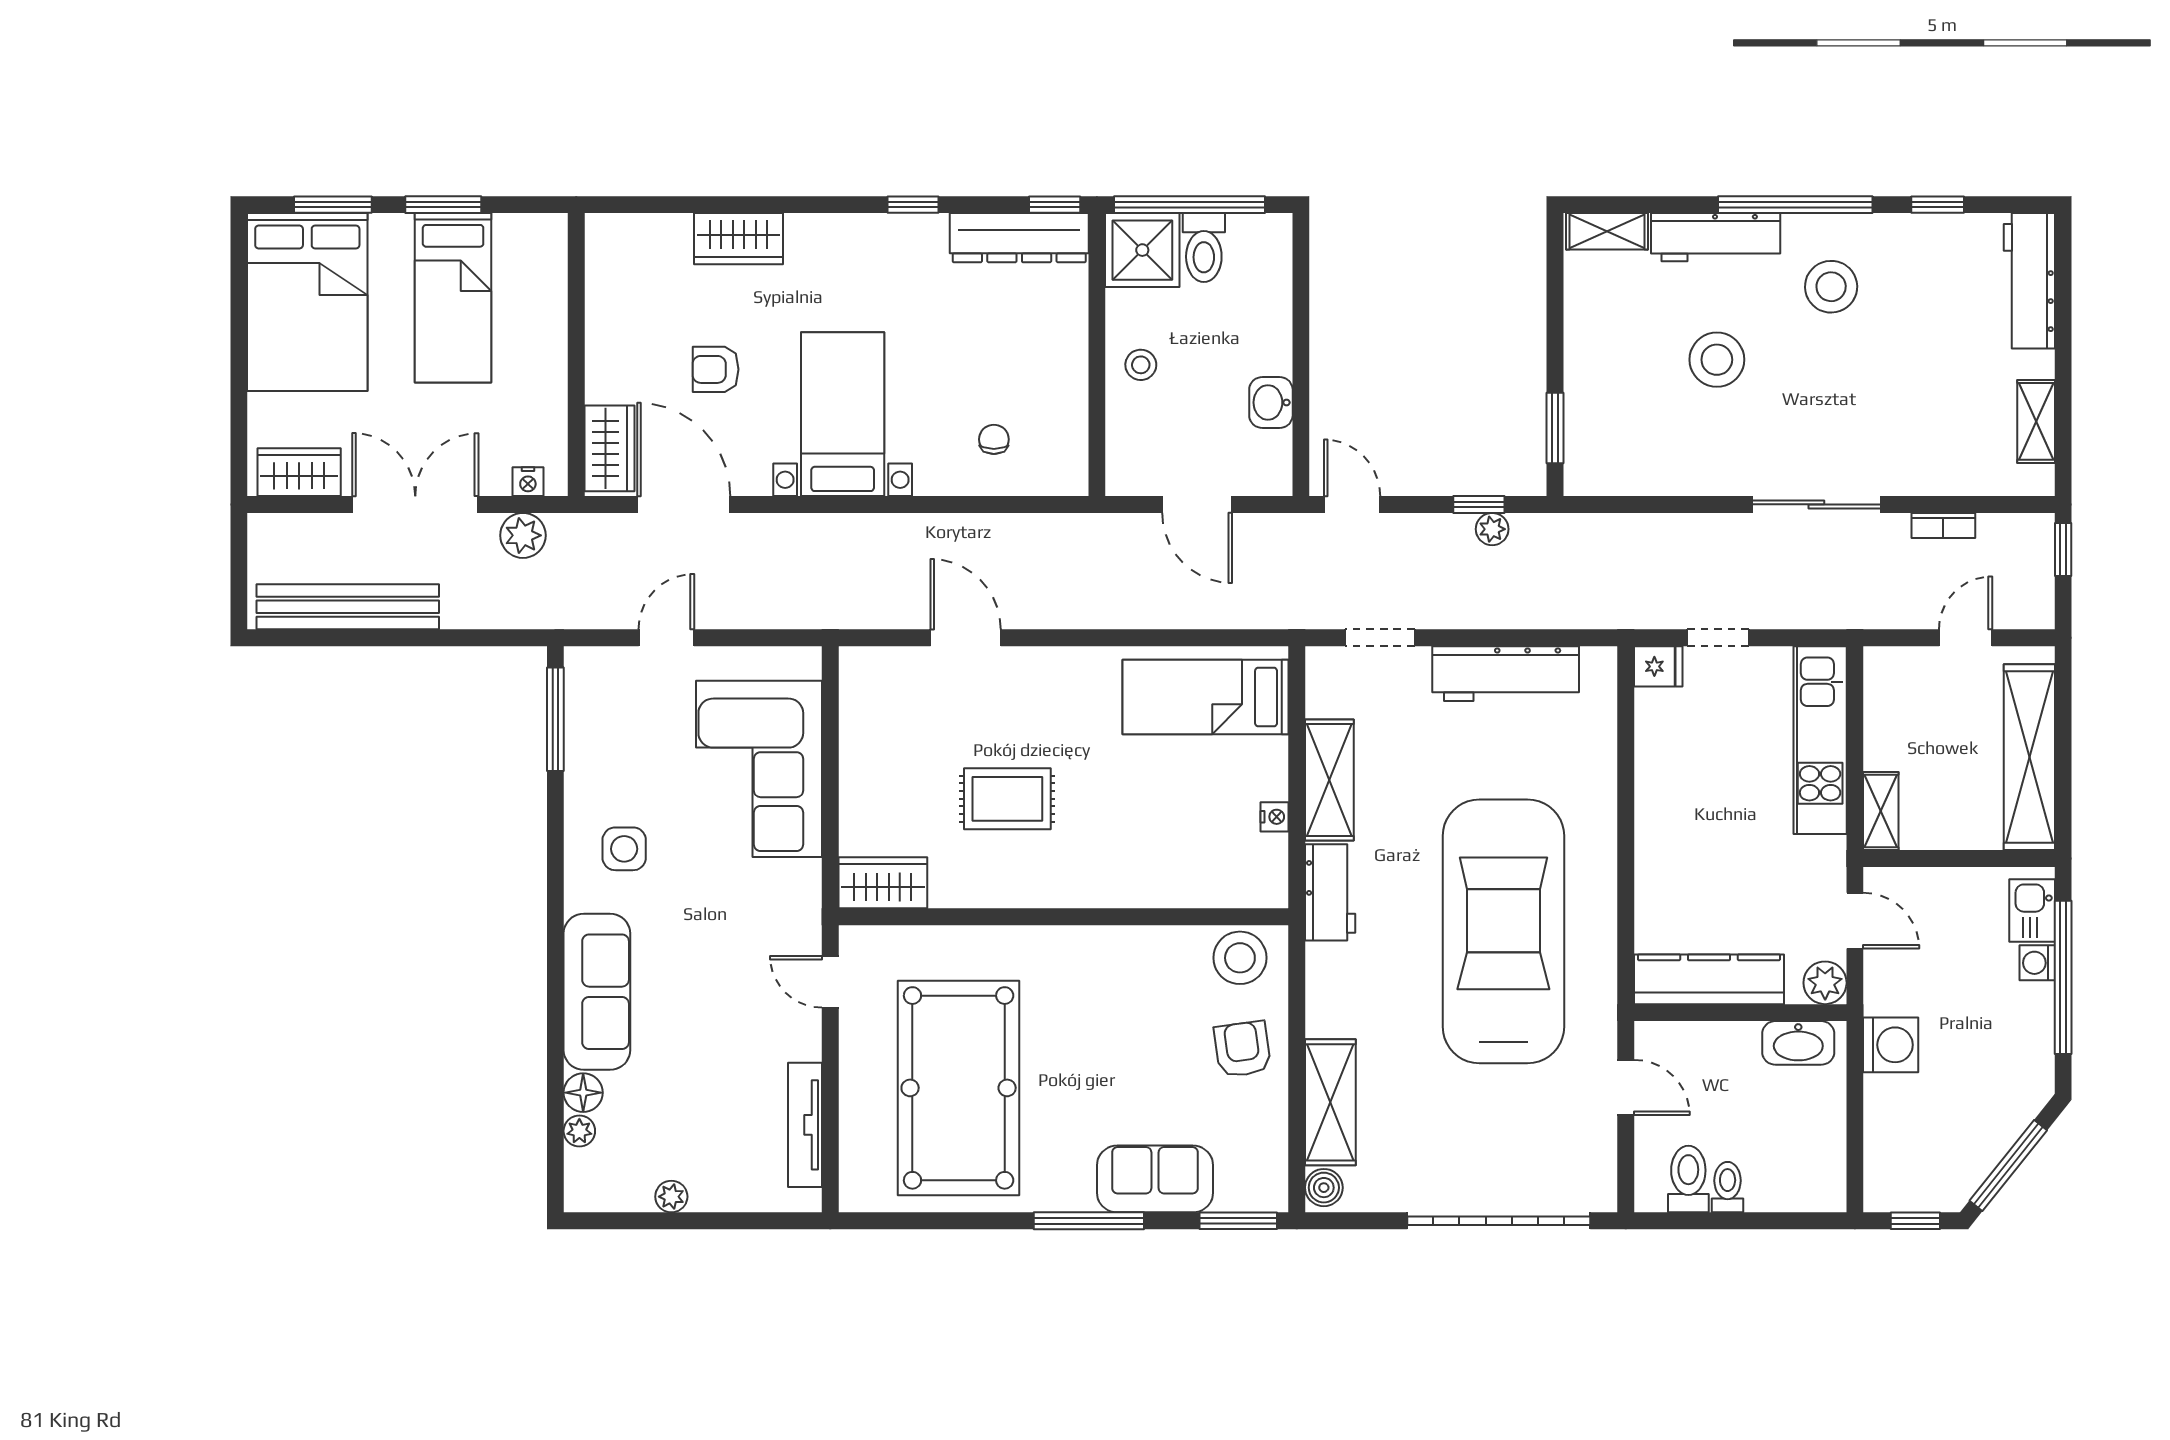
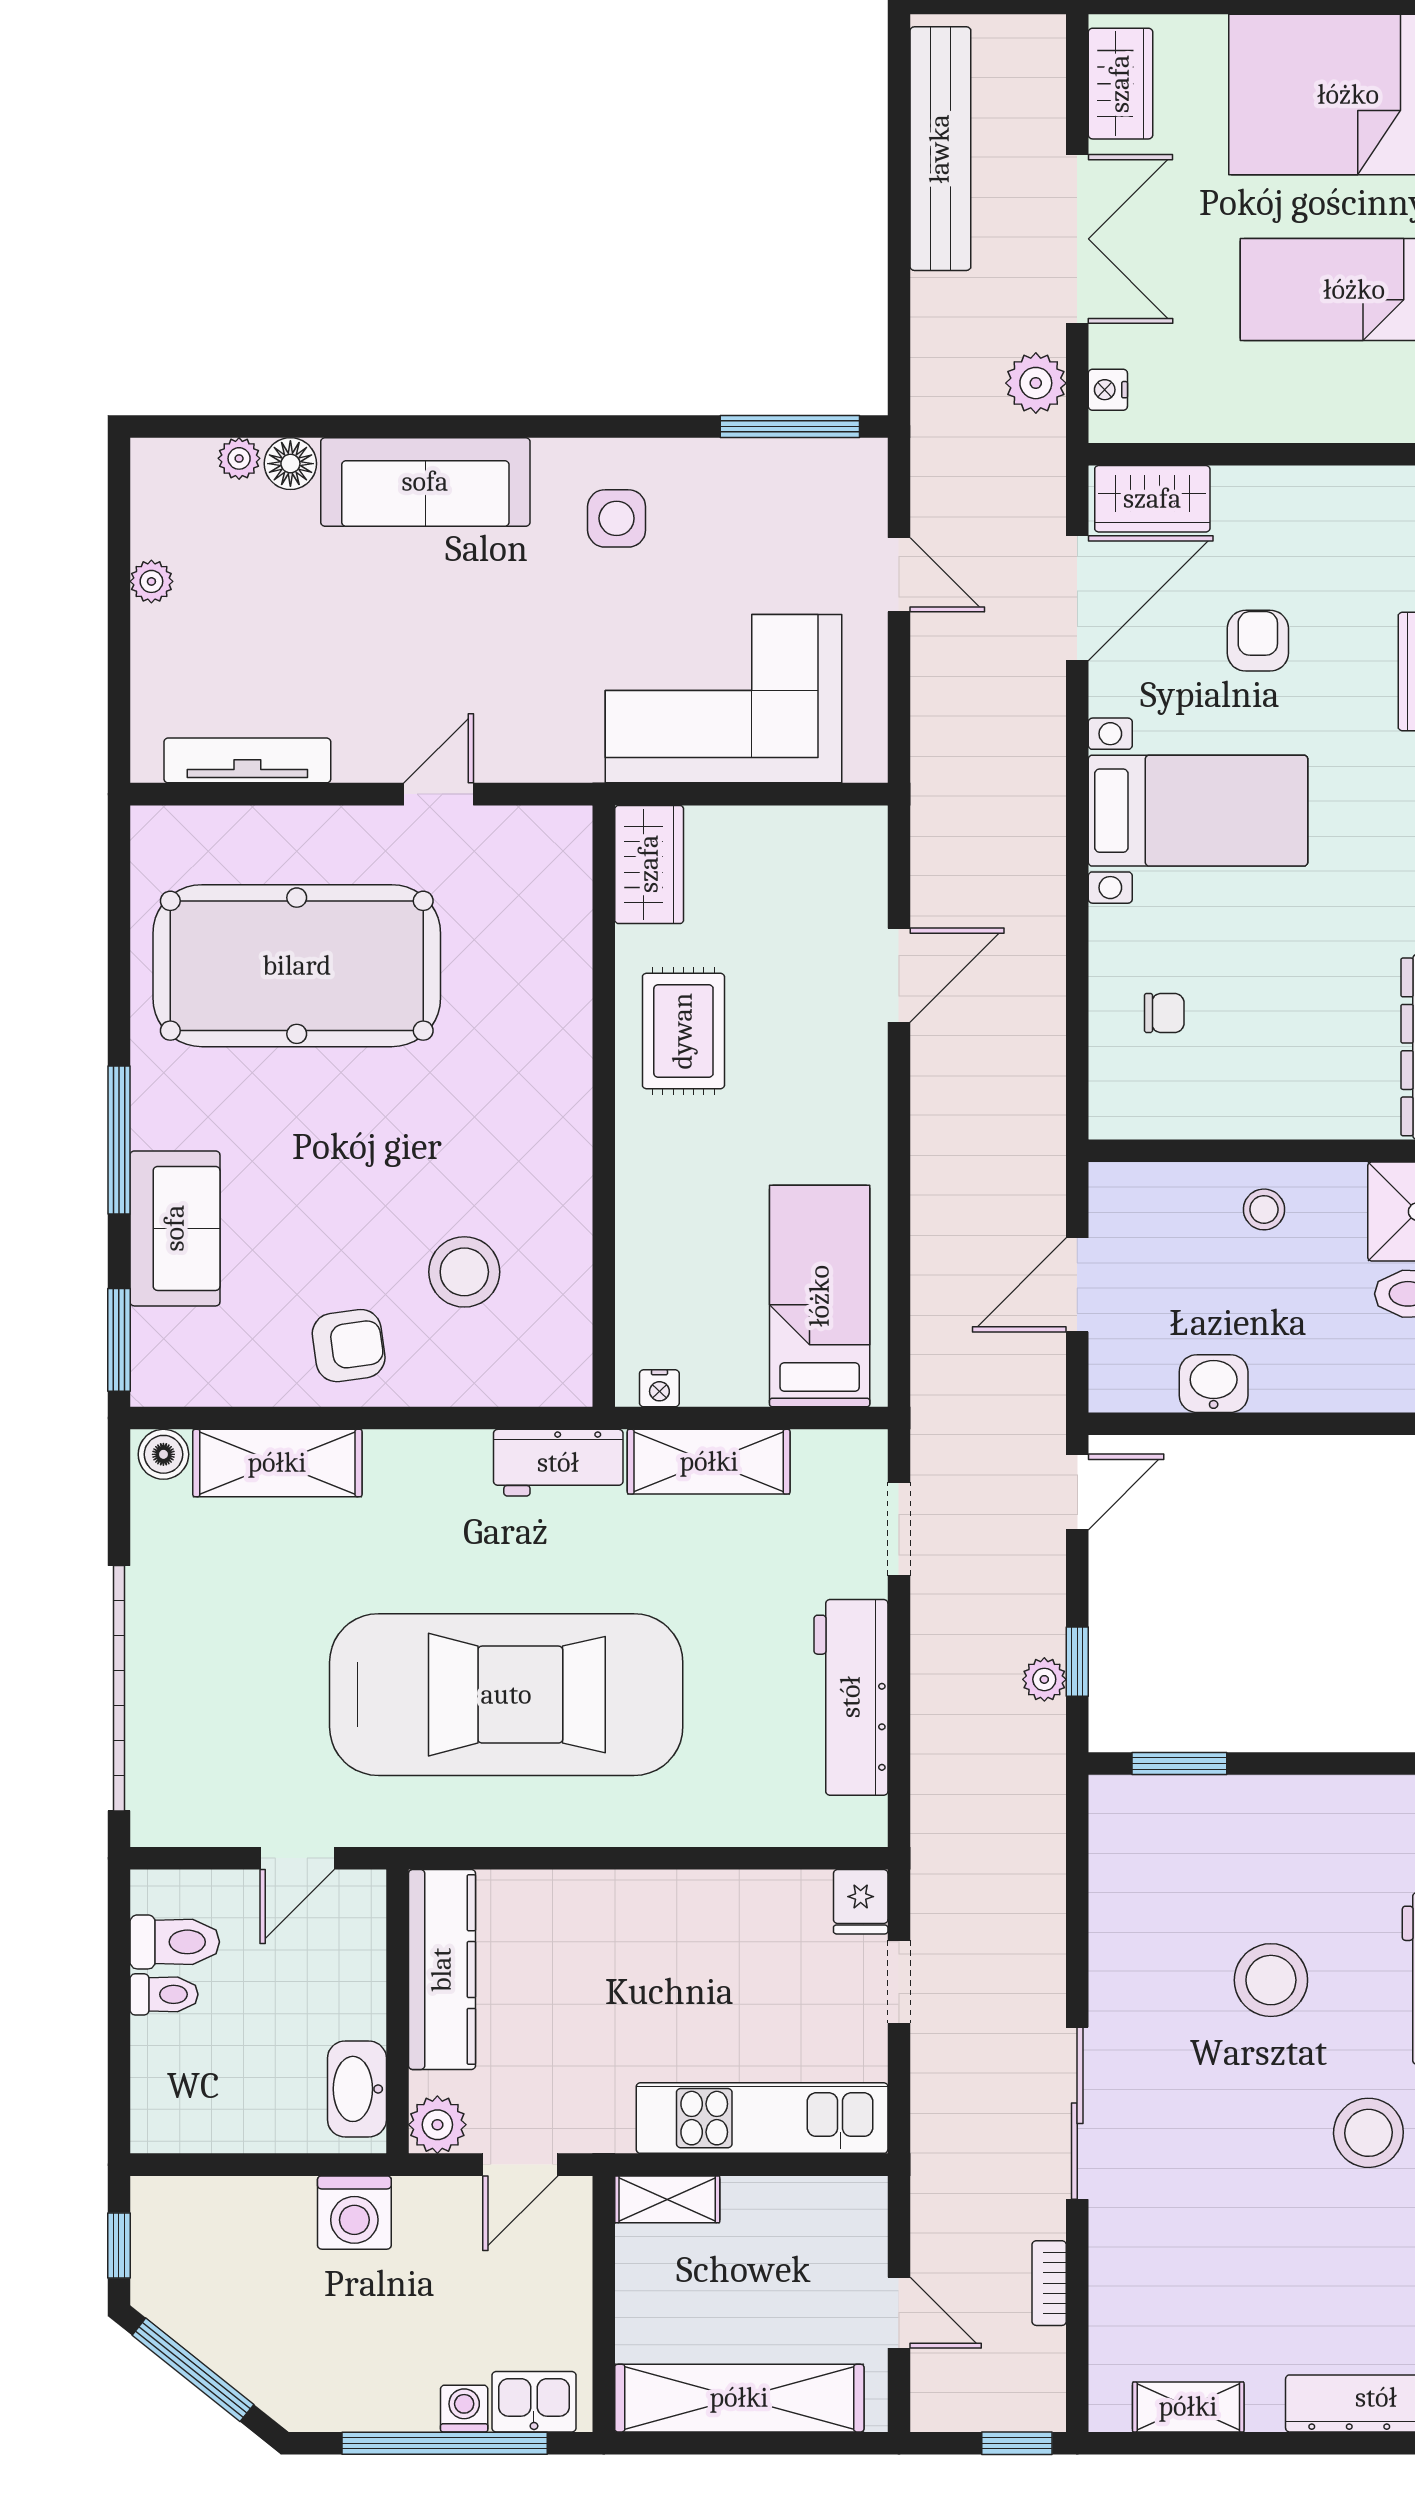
wardrobe: (883, 883) -> (649, 864), moved
wall: (1064, 917) -> (604, 1106), moved
stool: (1240, 958) -> (464, 1272), moved

